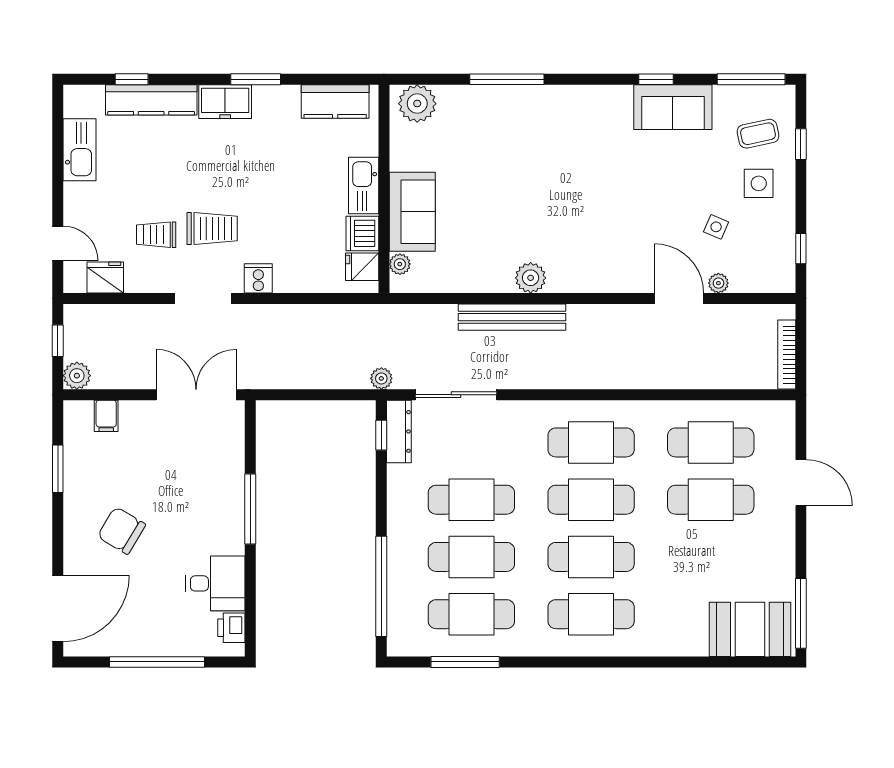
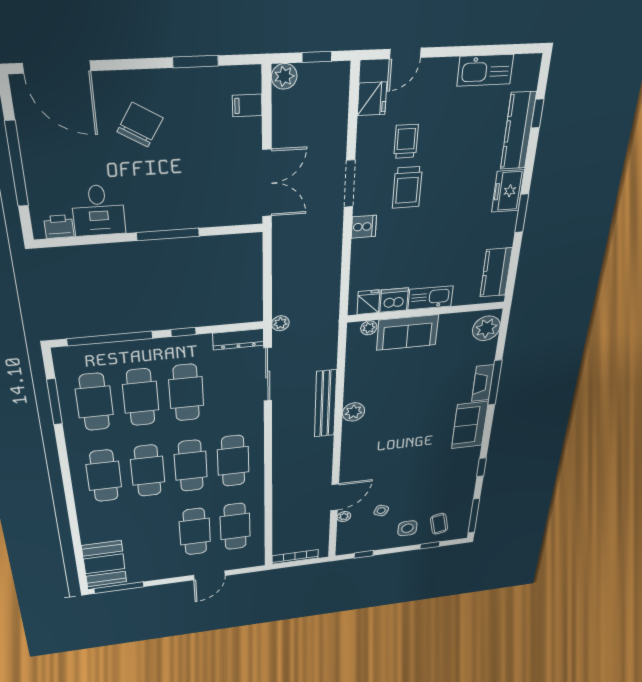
fireplace: (505, 97) -> (483, 383), added
sofa: (673, 107) -> (470, 425), moved
window: (381, 435) -> (183, 332), moved

